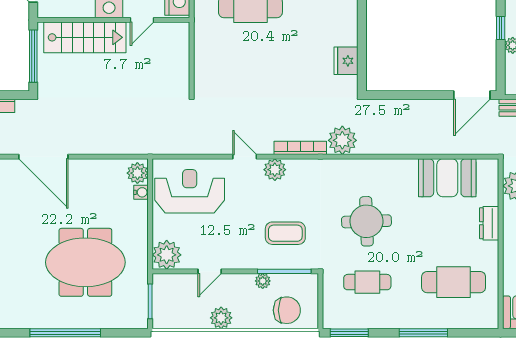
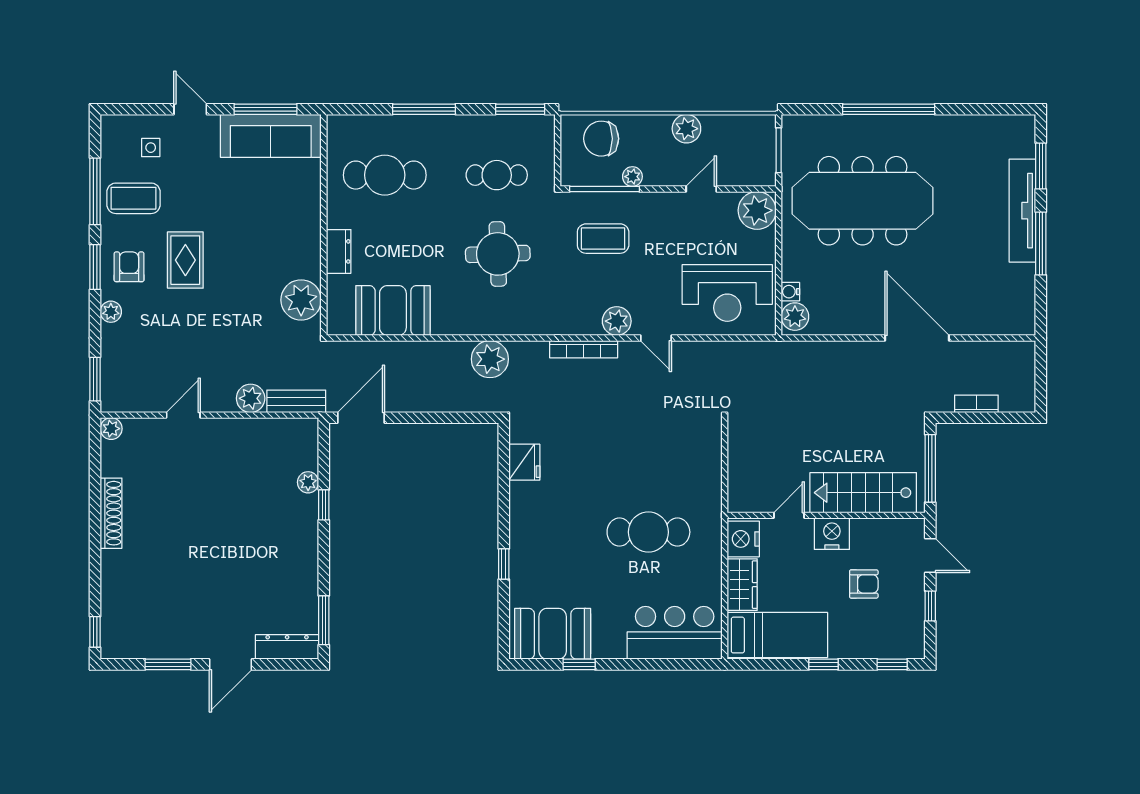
plant: (342, 140) -> (490, 359), moved
meeting table: (85, 262) -> (863, 201), width x1.36

